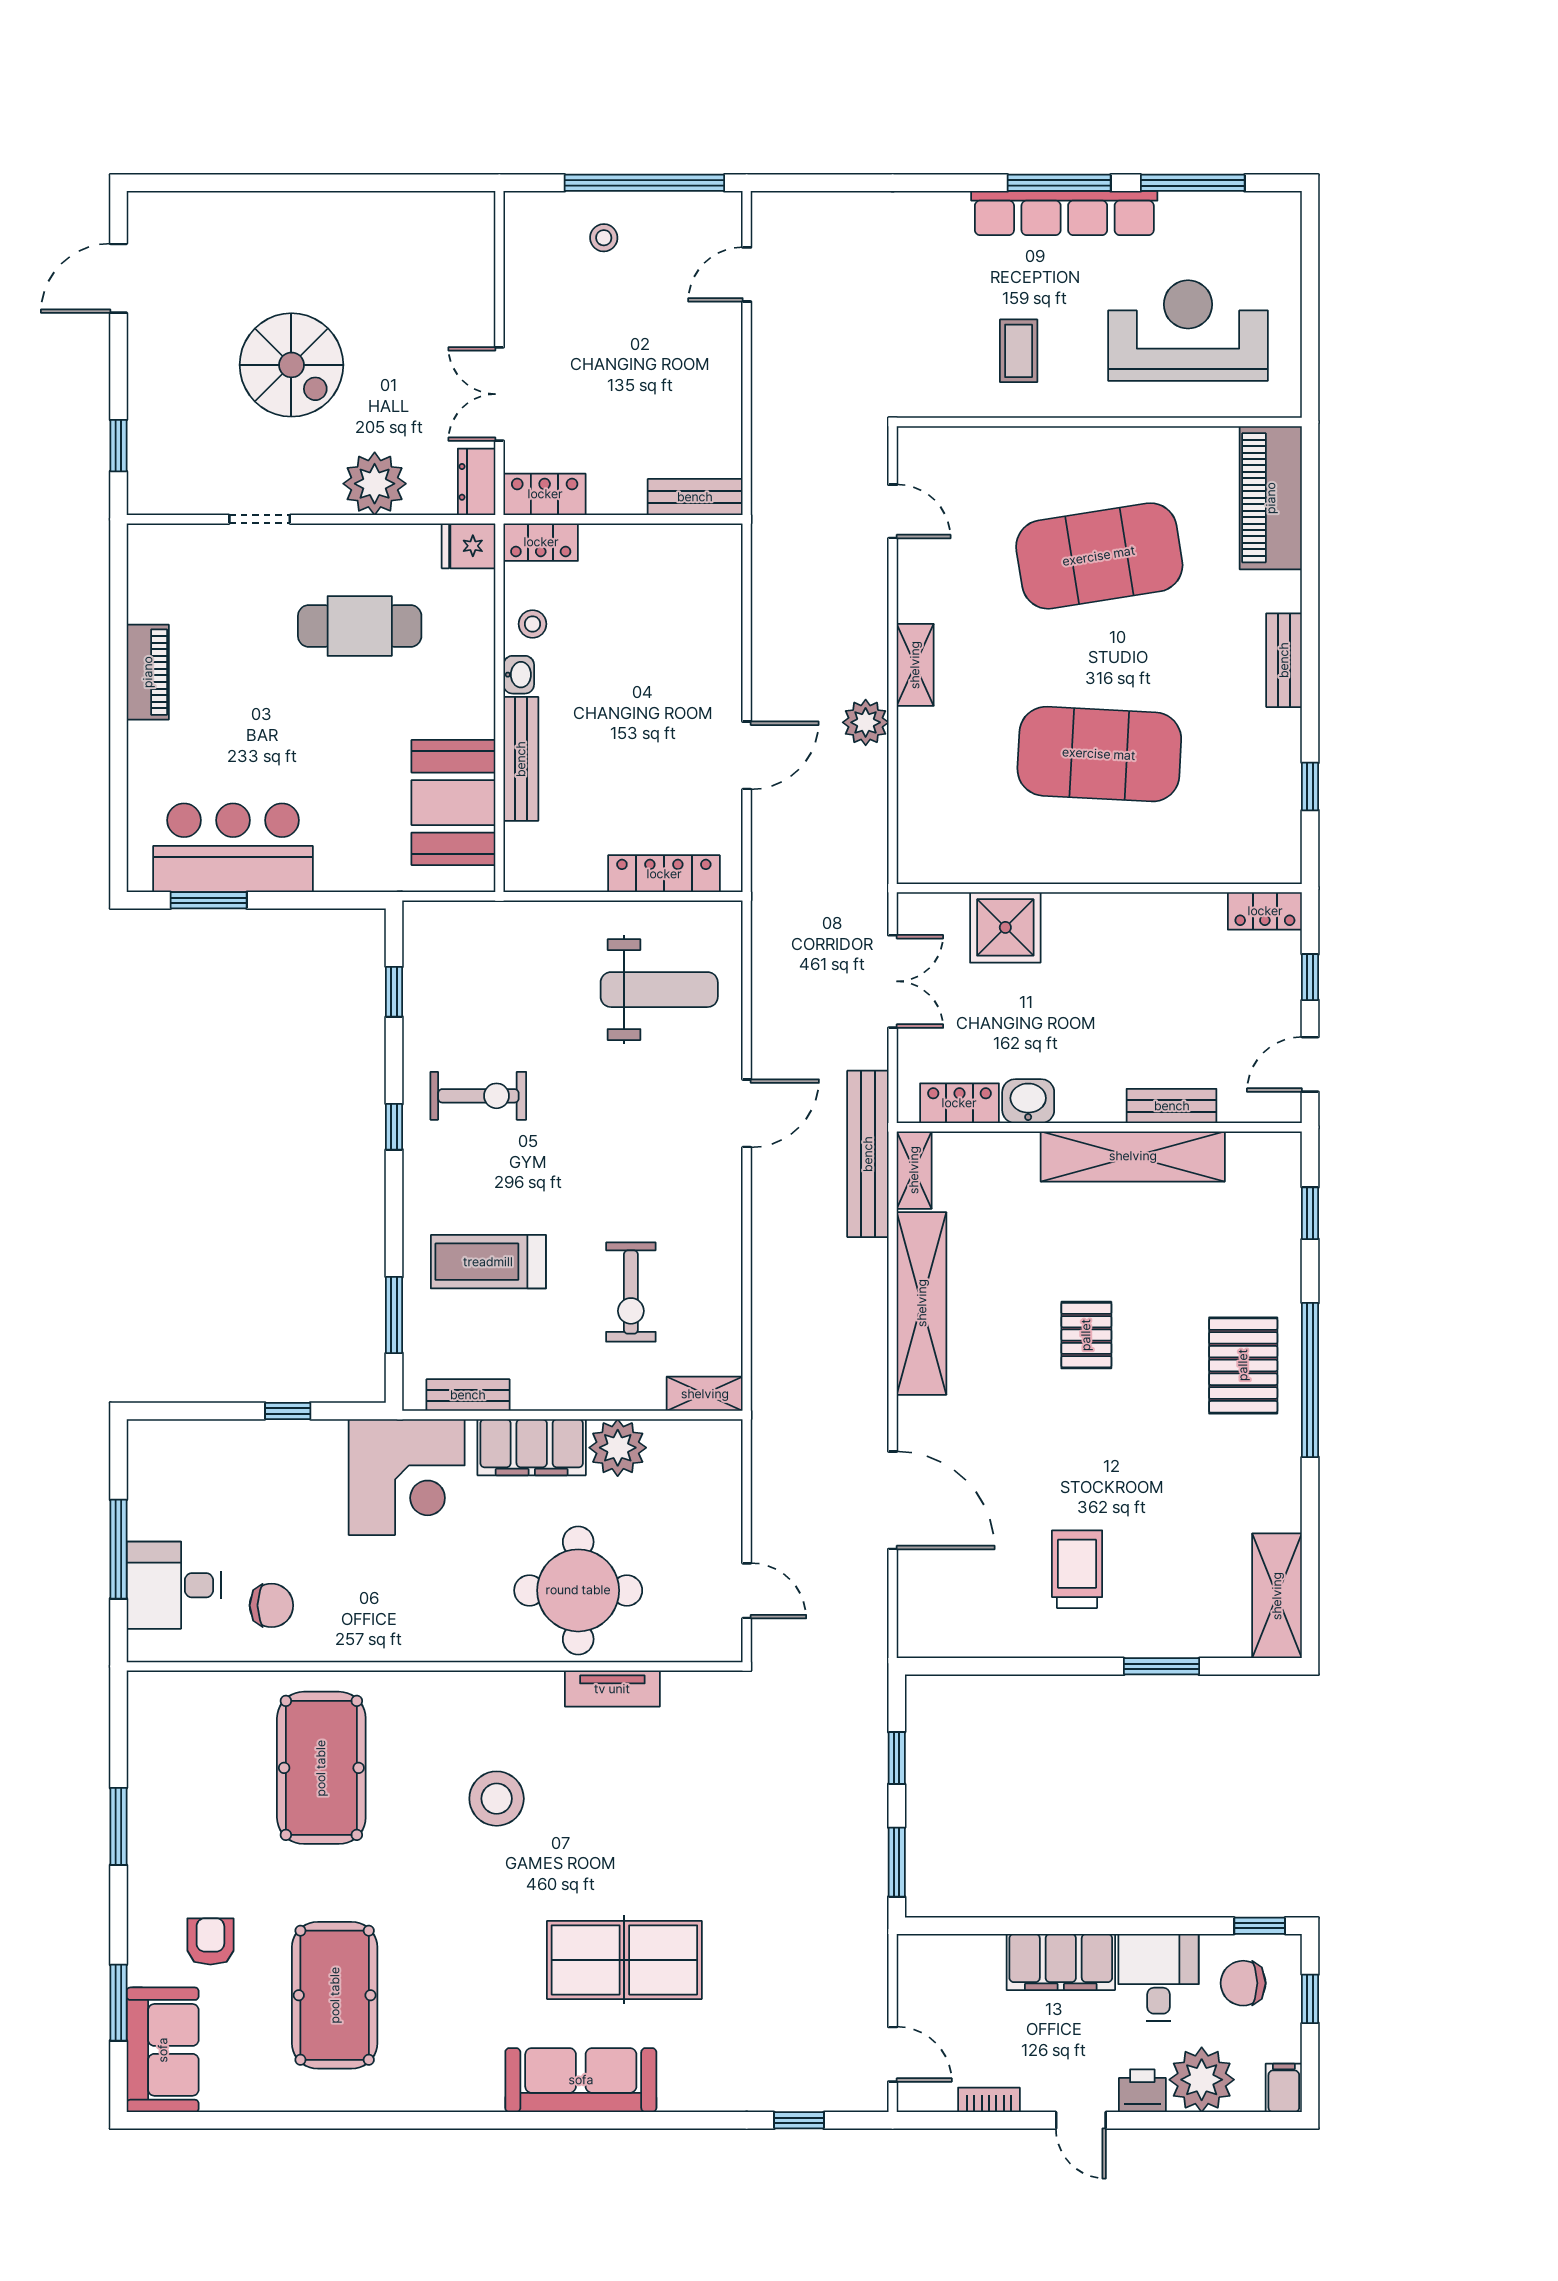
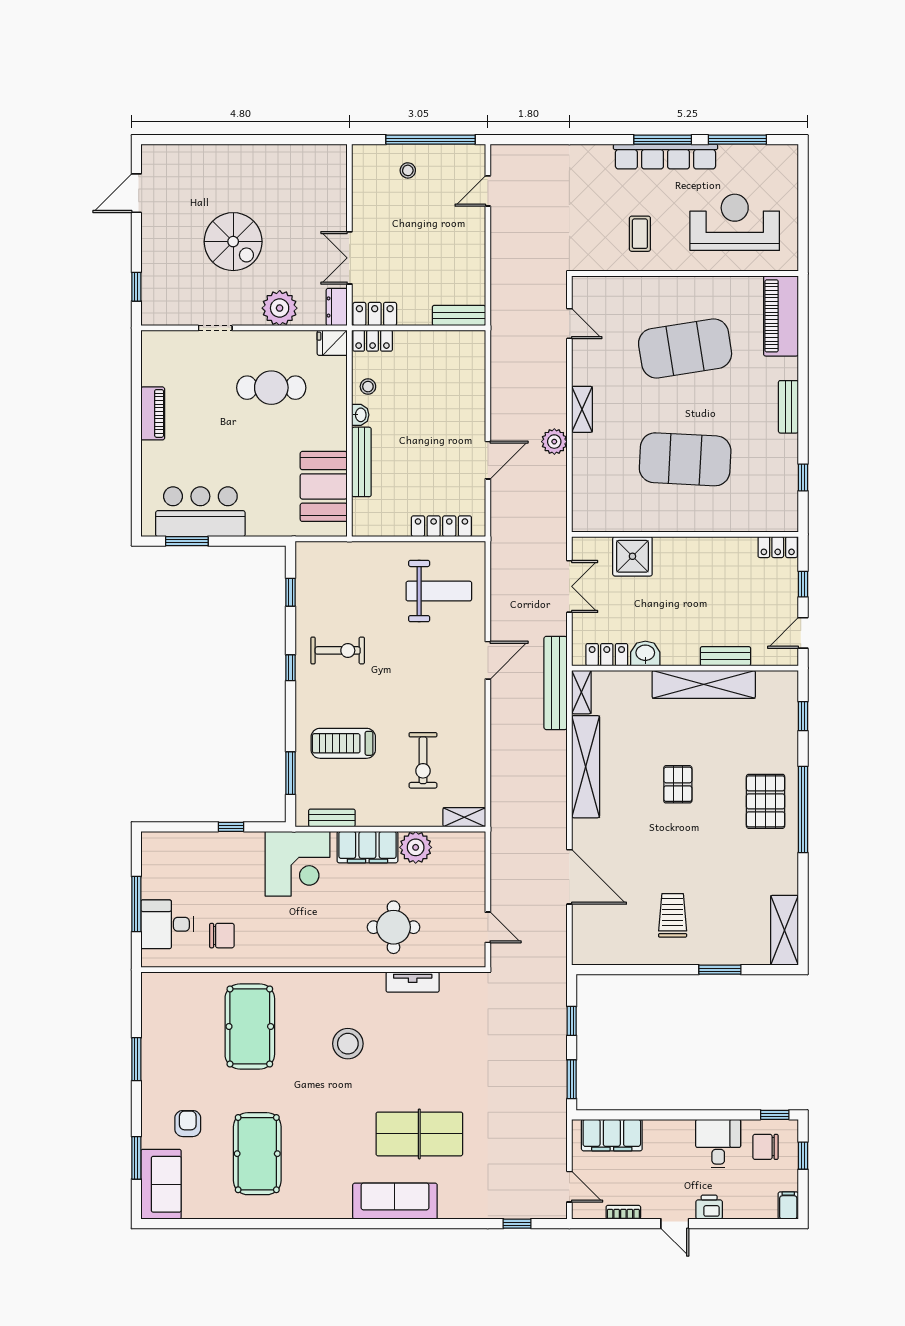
round table: (578, 1590) -> (393, 927), width x0.73, depth x0.73
filing cabinet: (1061, 1962) -> (612, 1135), moved
plant: (1202, 2080) -> (742, 1201), removed

